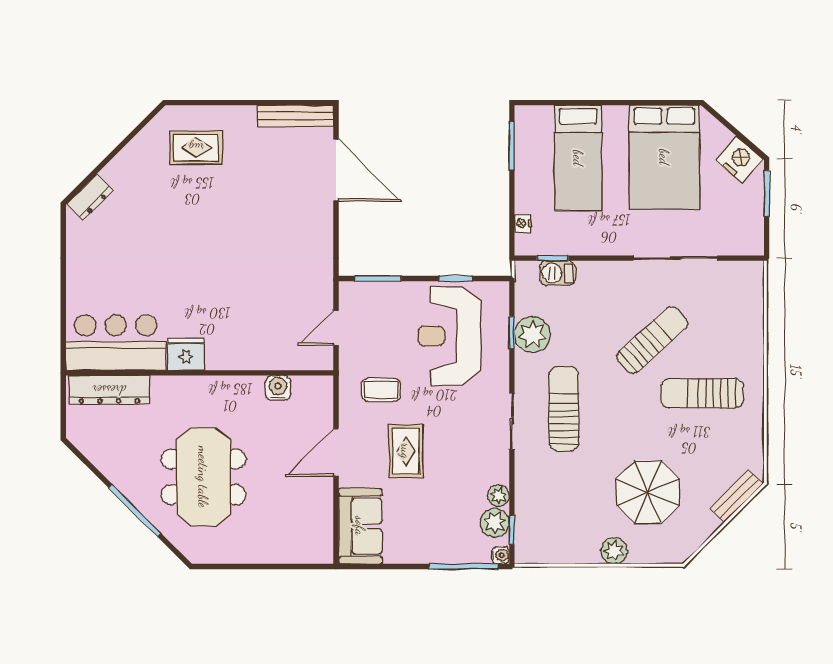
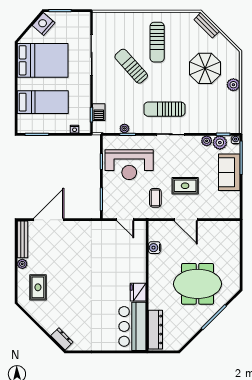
plant: (245, 115) -> (22, 264), added
plant: (532, 335) -> (124, 128), width x0.53, depth x0.53
sofa: (360, 526) -> (229, 172), moved, turned -90

